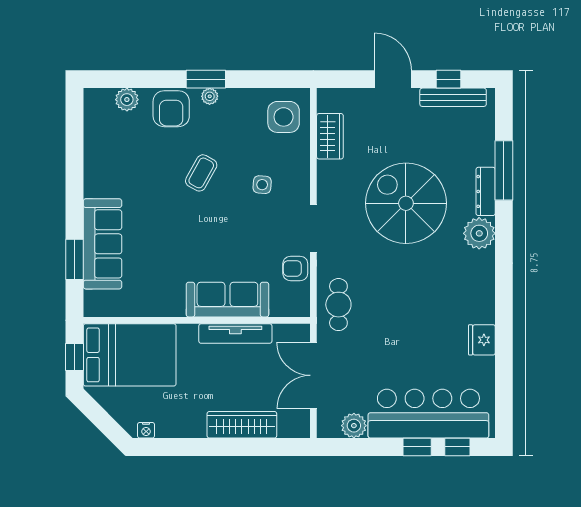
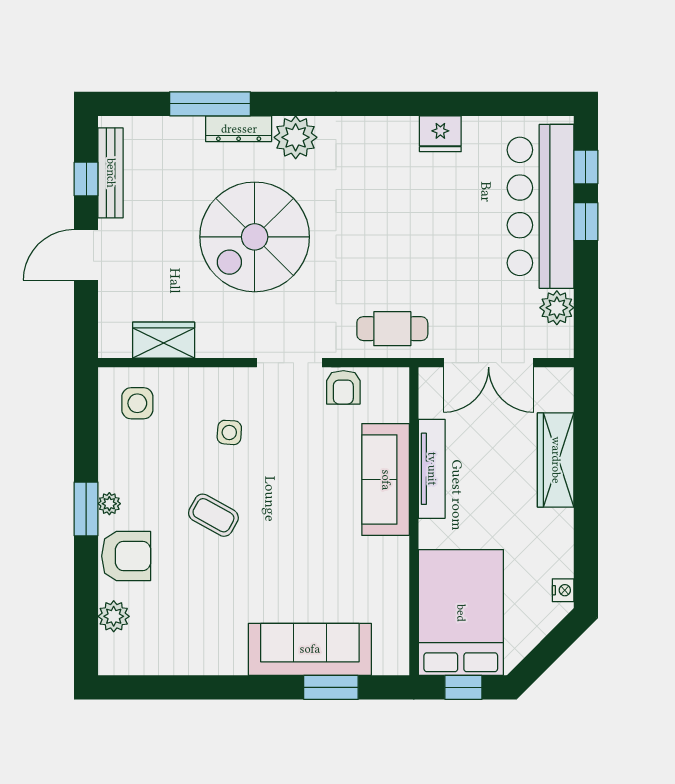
side table: (284, 117) -> (137, 403), width x0.73, depth x0.73

